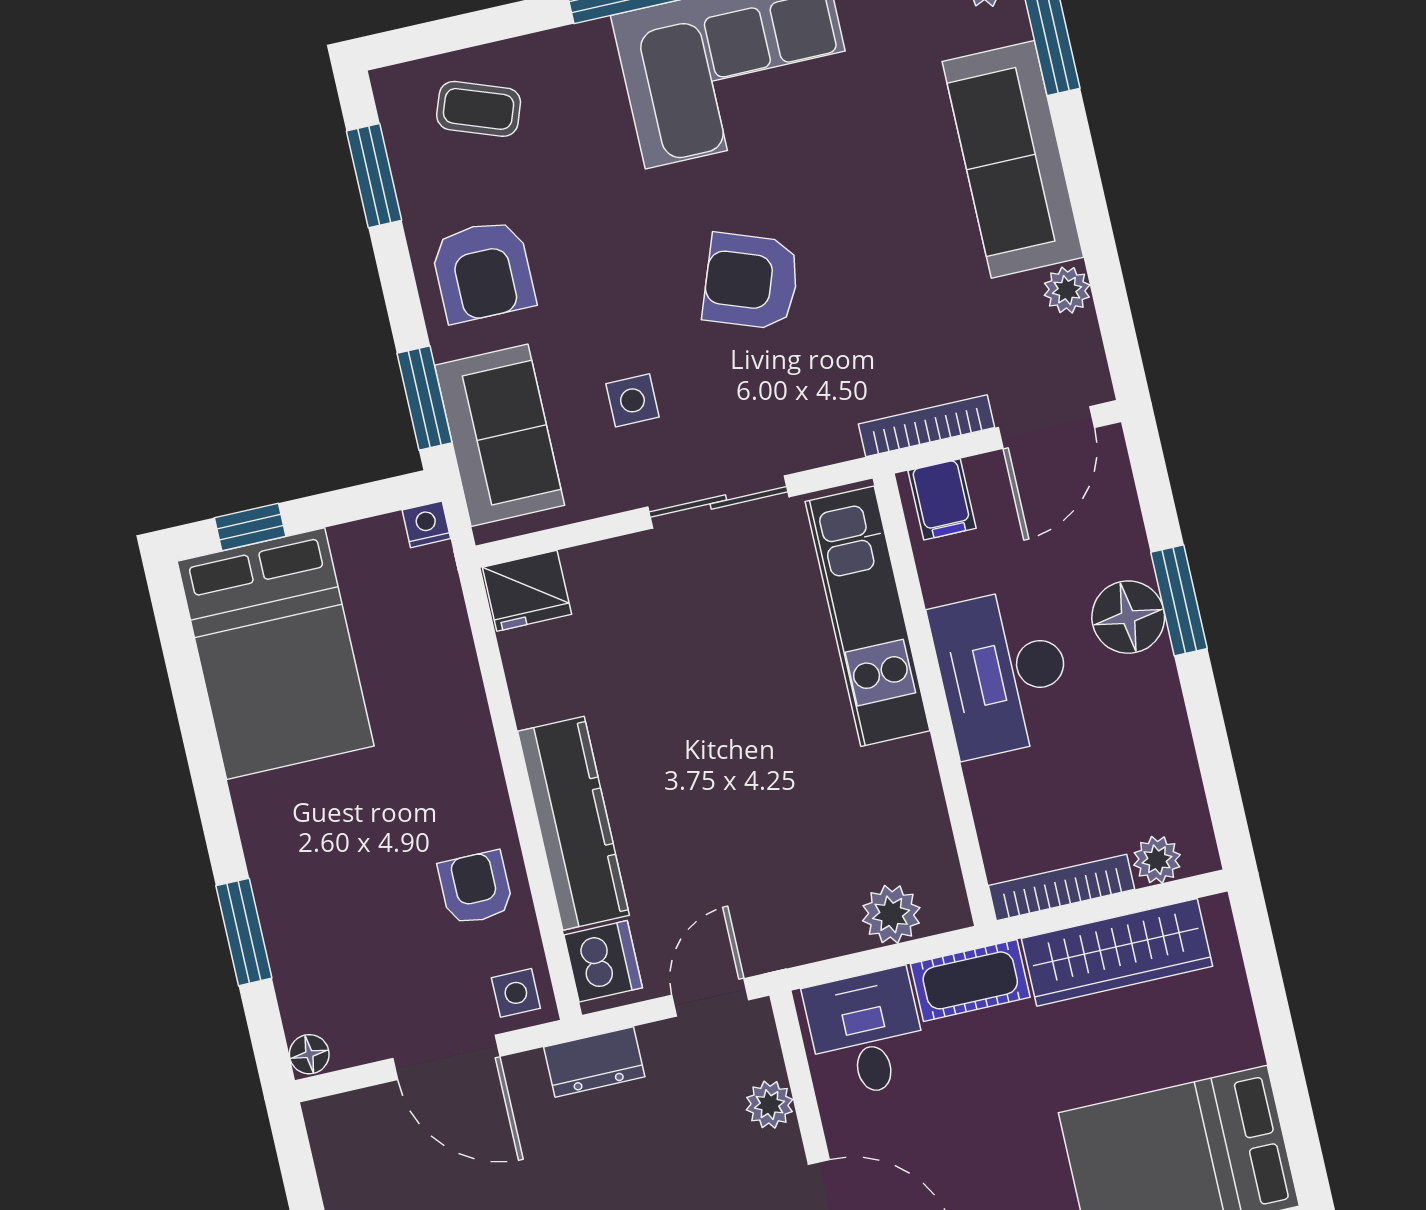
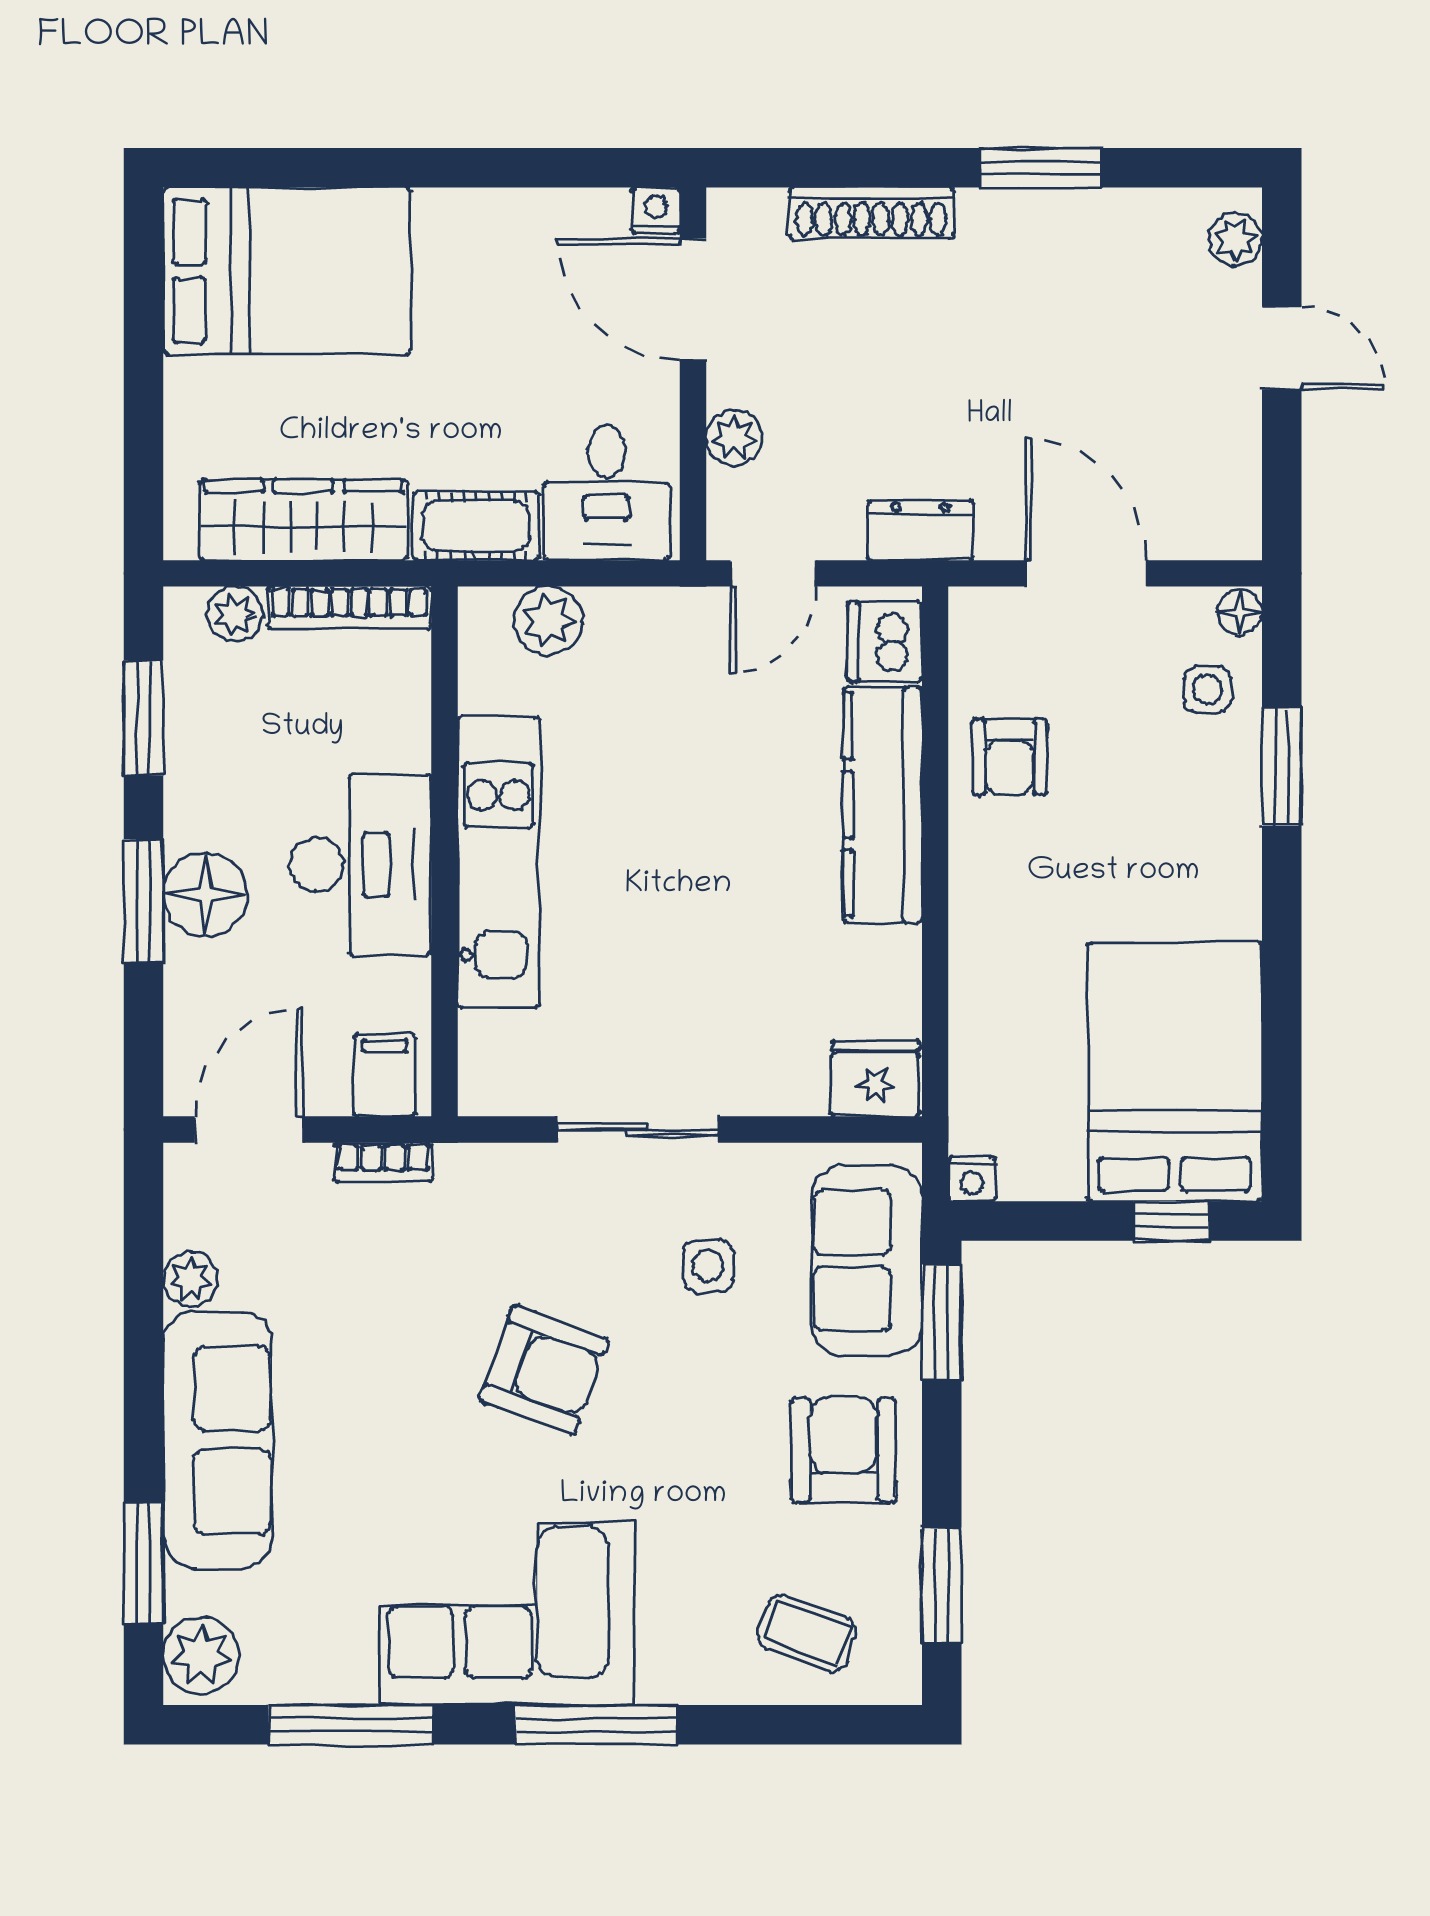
bookcase: (926, 426) -> (383, 1162), width x0.64
kitchen unit: (868, 616) -> (498, 862), moved
window: (1214, 755) -> (144, 718), added
side table: (516, 993) -> (1207, 689), moved

